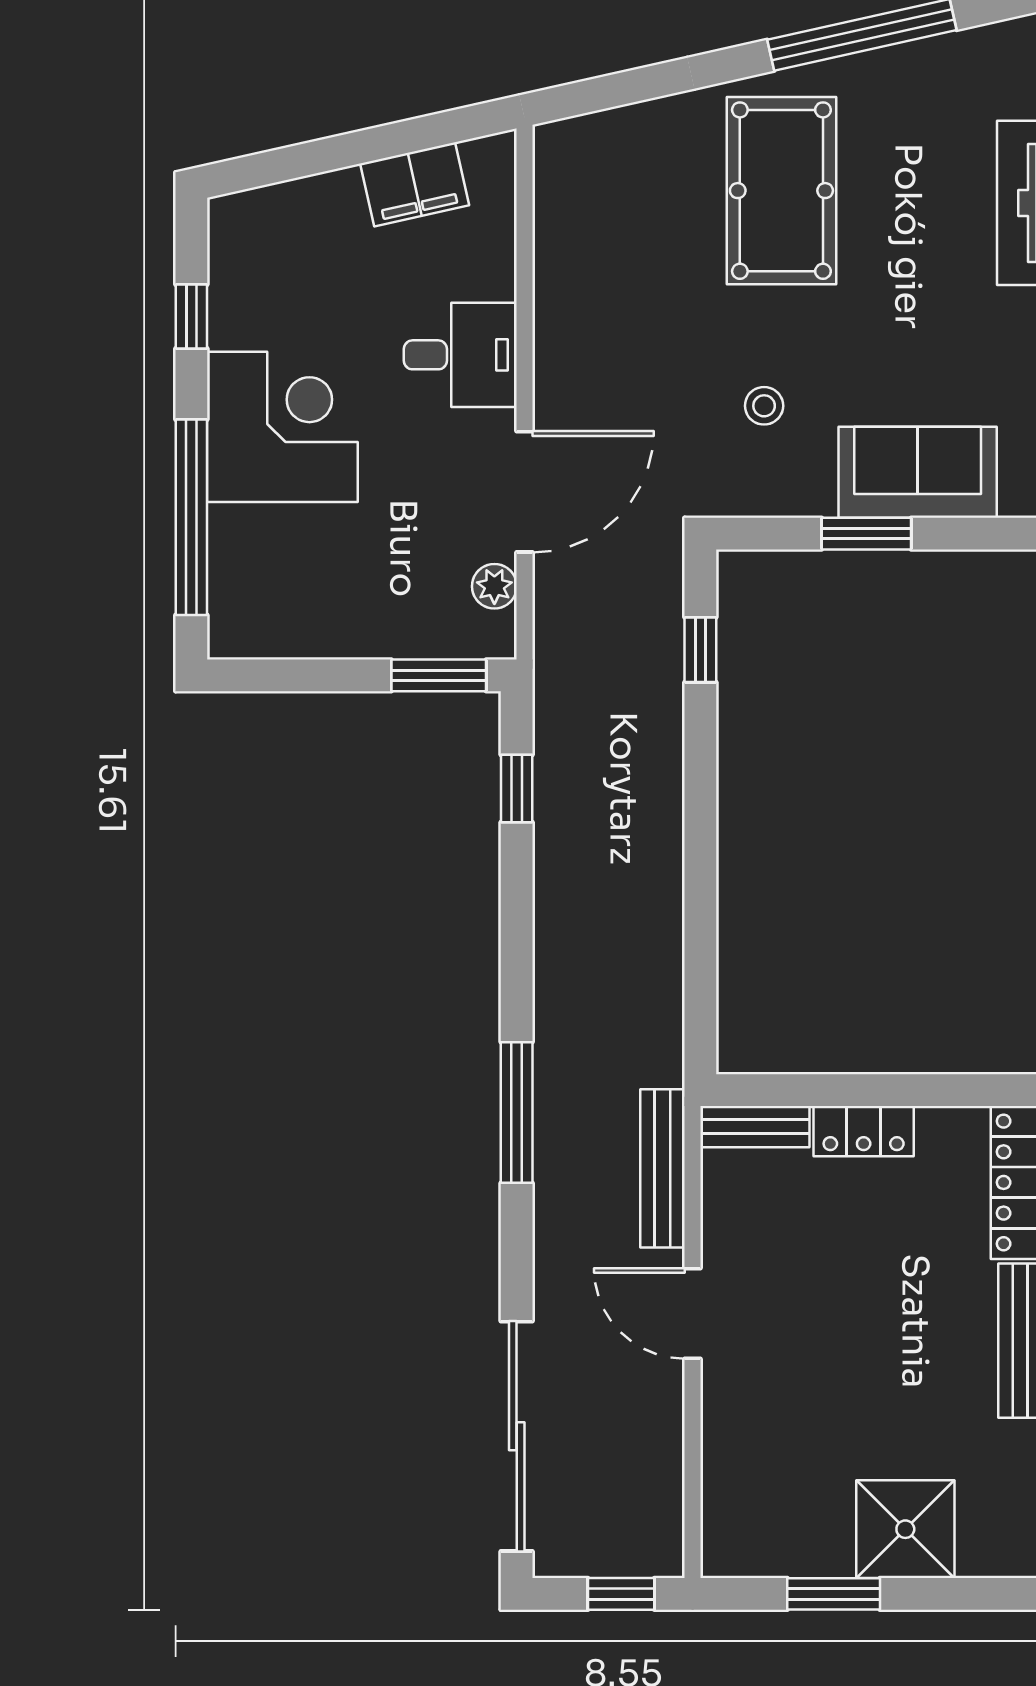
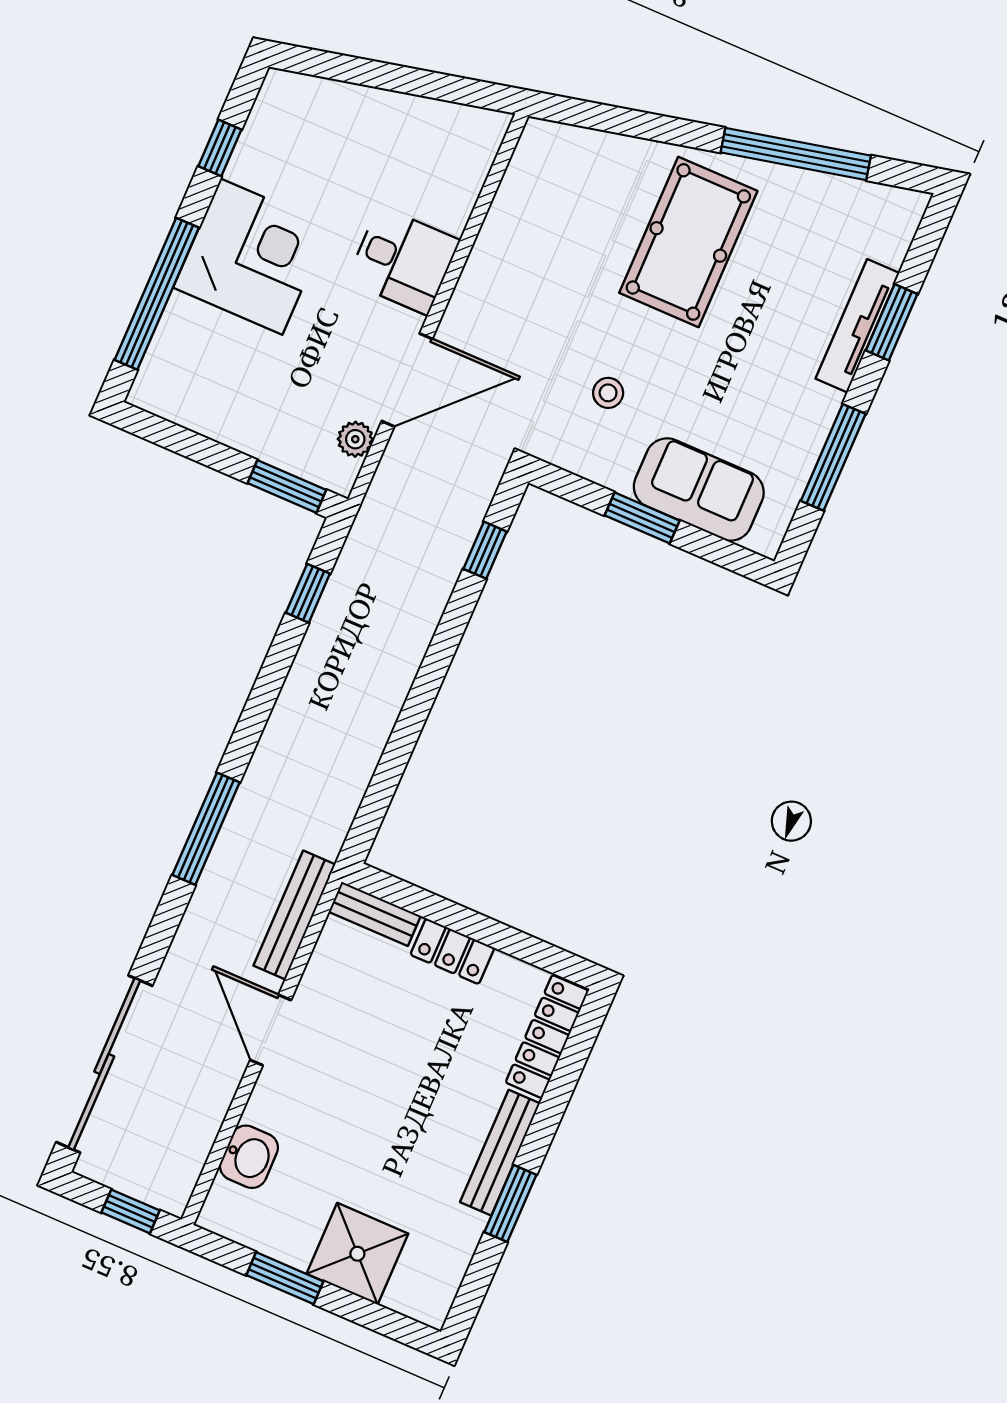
filing cabinet: (415, 184) -> (424, 122), removed
washbasin: (731, 1471) -> (249, 1157), added

